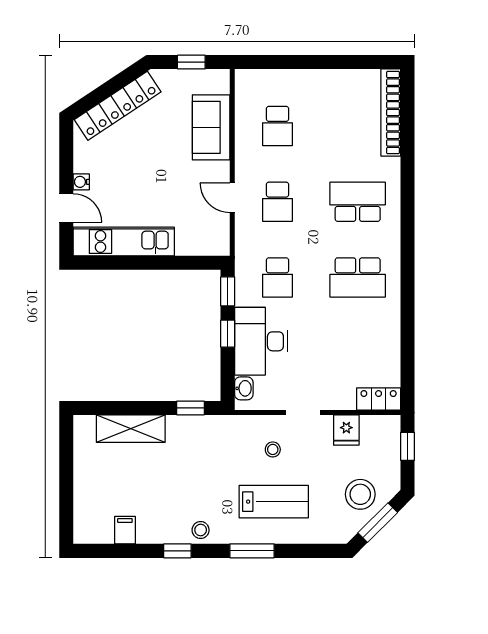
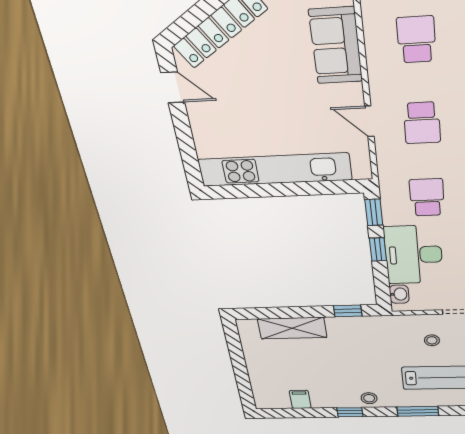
school desk: (277, 126) -> (416, 40), turned 180
water cooler: (81, 182) -> (196, 114), removed
door: (66, 208) -> (173, 87), moved
kitchen unit: (124, 241) -> (275, 170), width x1.36
school desk: (277, 277) -> (427, 197), turned 180

